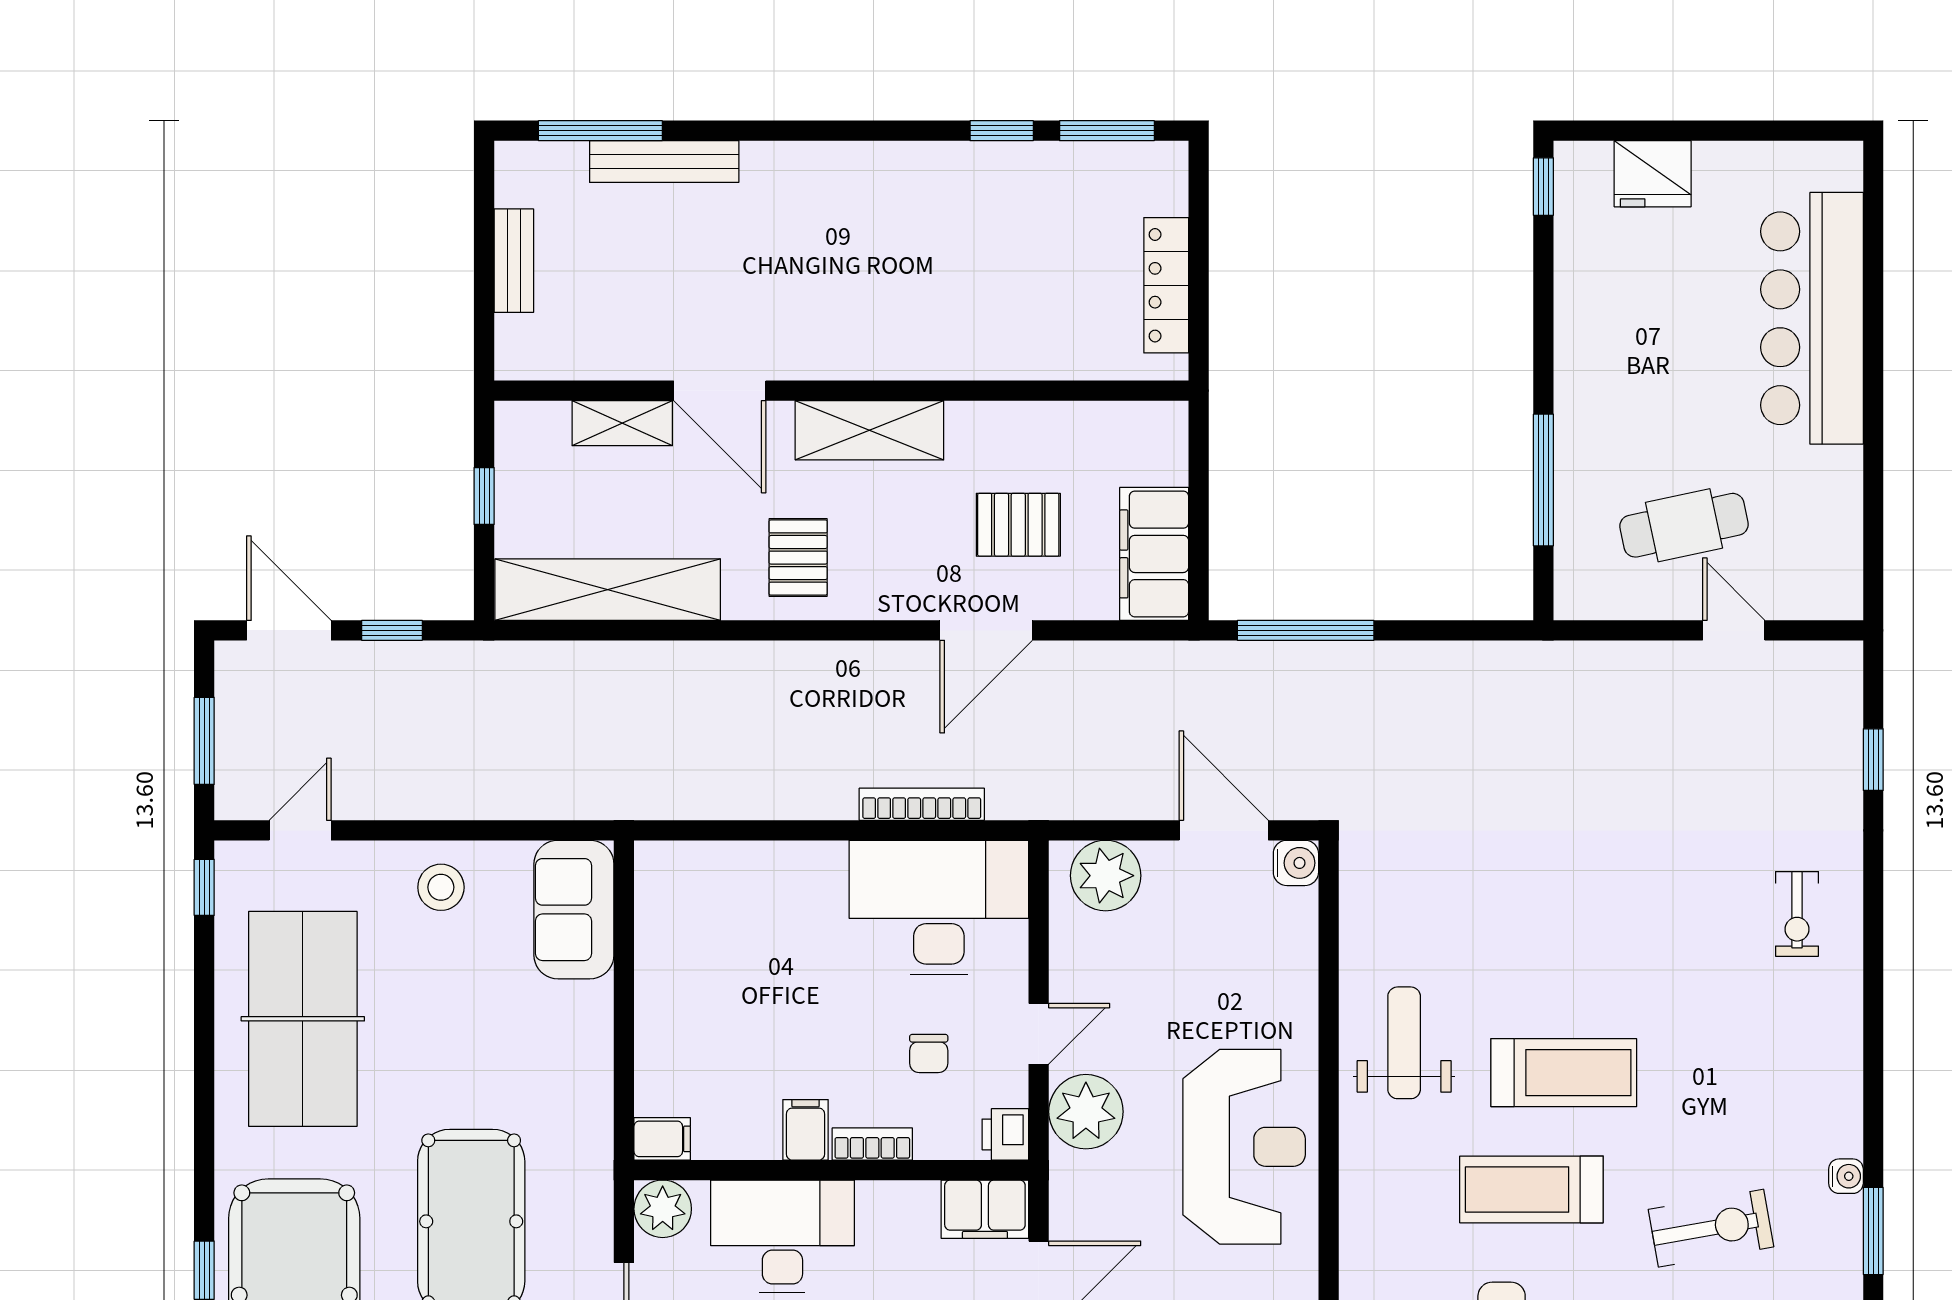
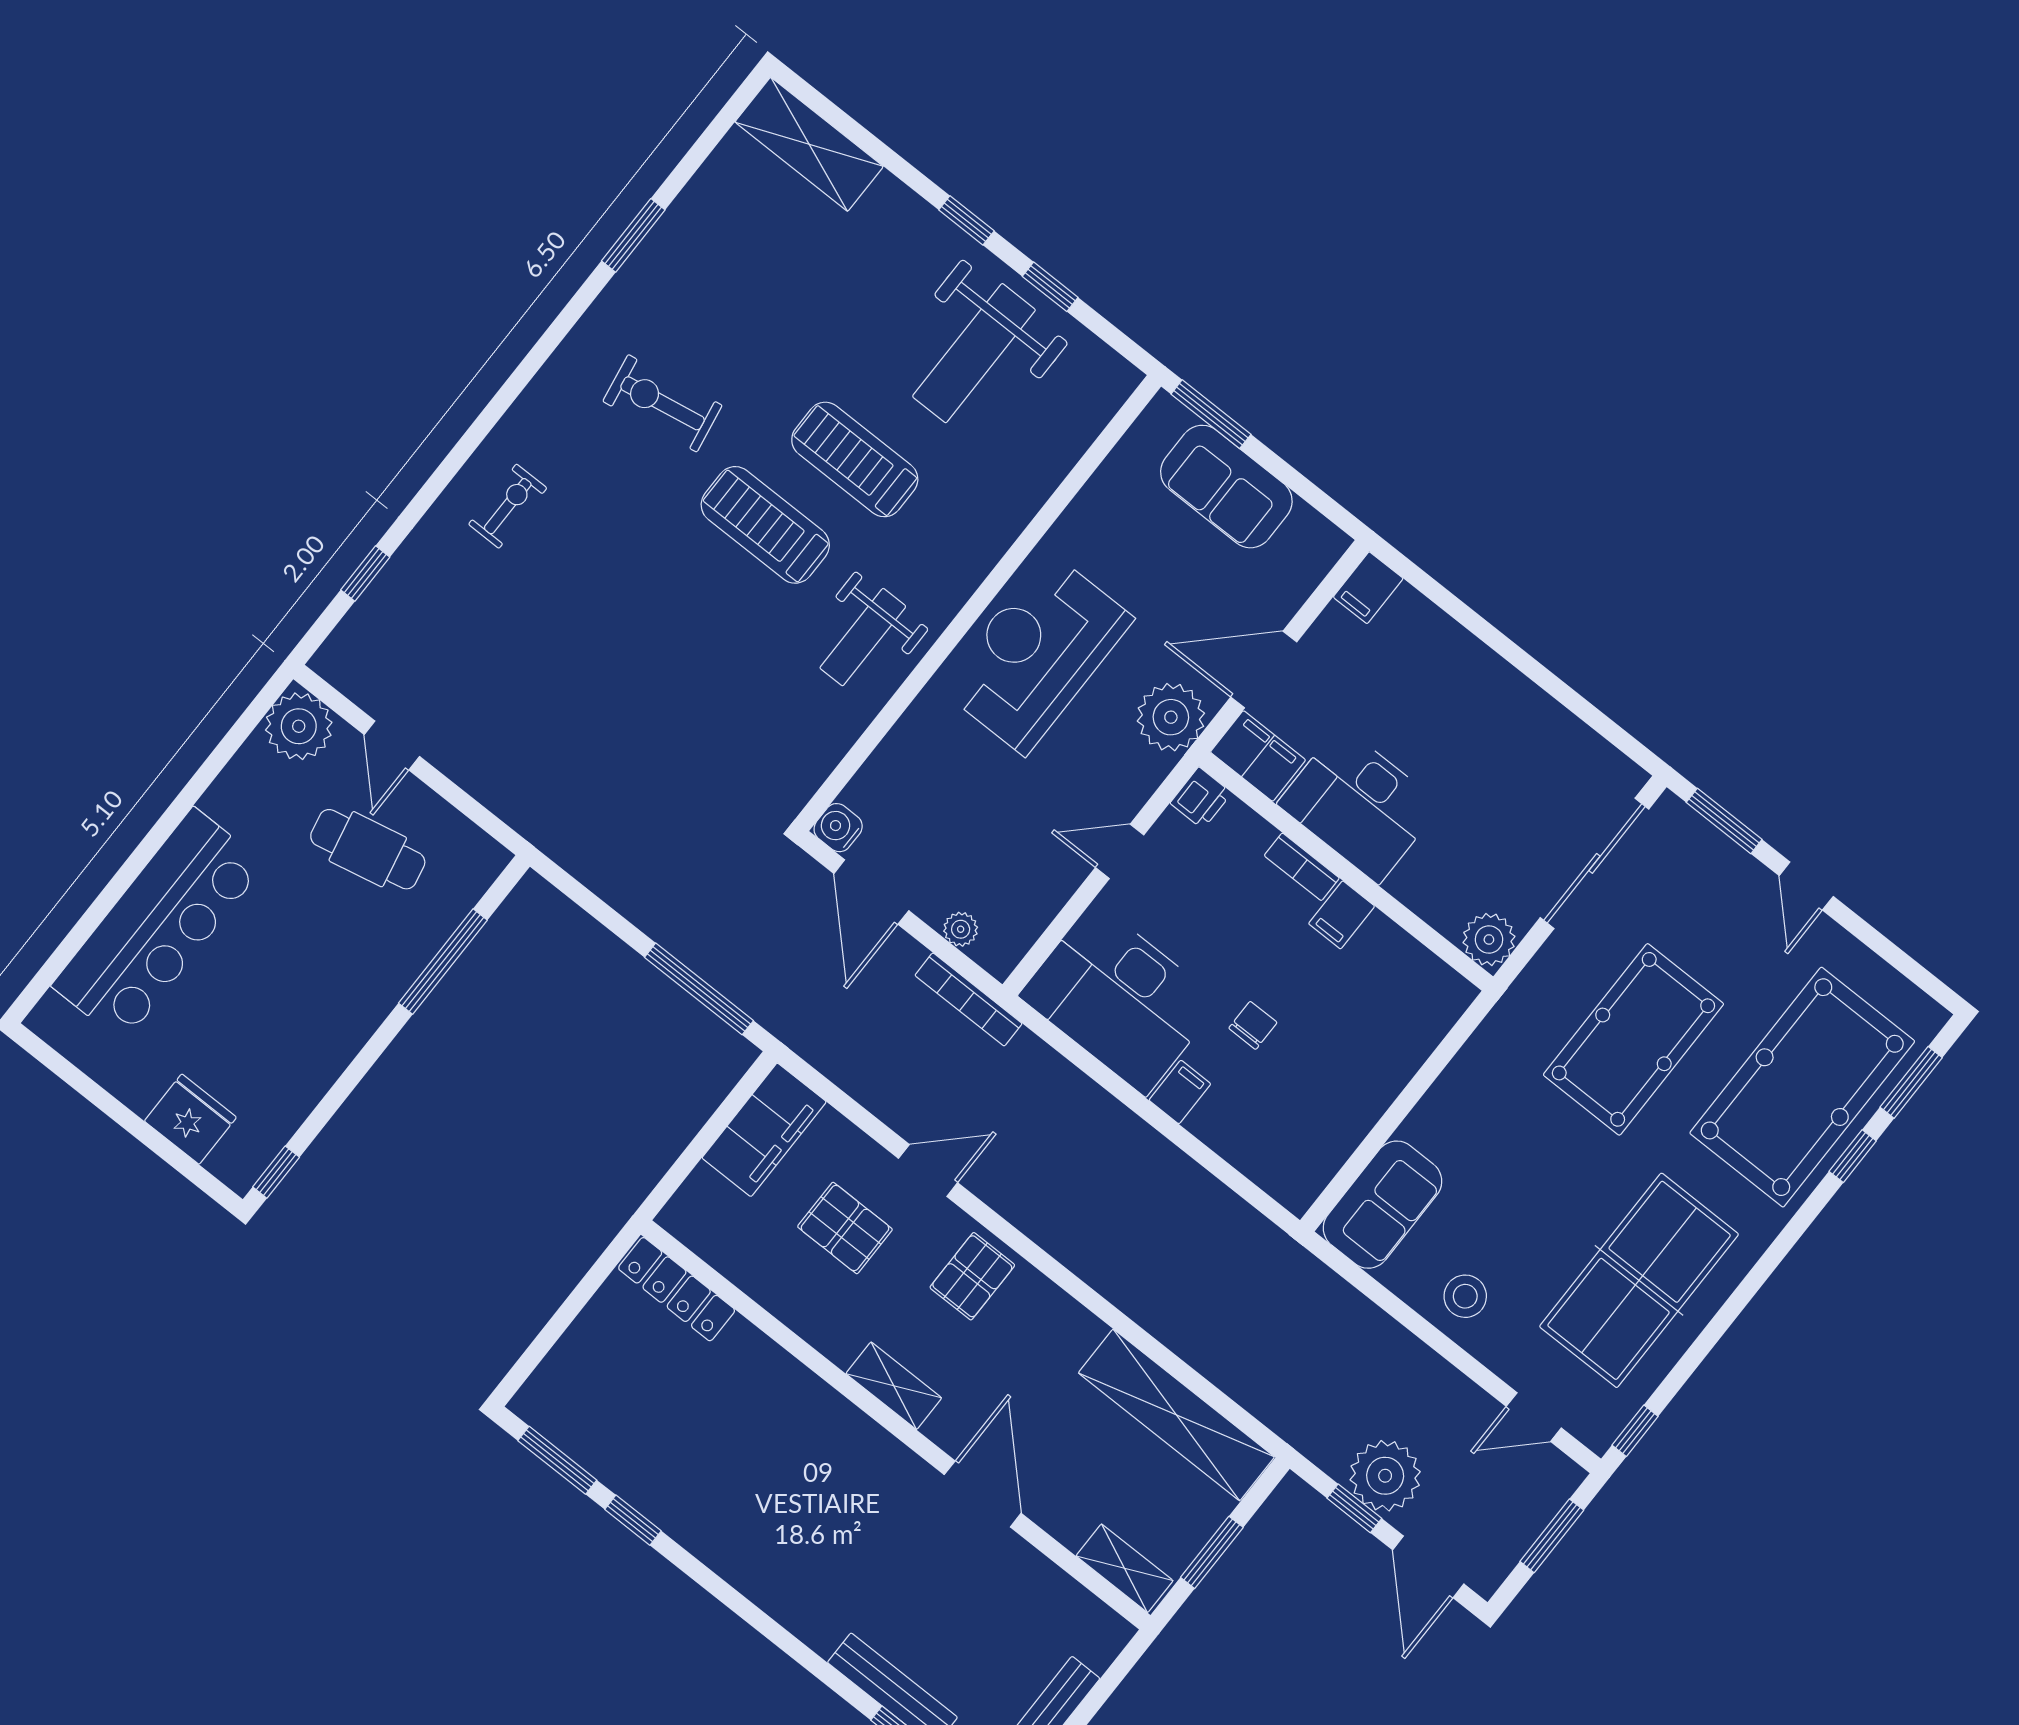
locker: (1166, 285) -> (677, 1289), moved, turned 90
shelving: (622, 423) -> (1125, 1568), moved
shelving: (869, 430) -> (894, 1386), width x0.67, depth x0.75
window: (484, 496) -> (1212, 1552), width x1.50
pallet: (798, 558) -> (972, 1276), moved
plant: (1827, 584) -> (299, 726), added
door: (986, 630) -> (928, 1170), width x0.73
plant: (388, 679) -> (1385, 1476), added
bookcase: (922, 804) -> (968, 999), moved
plant: (1106, 876) -> (961, 929), width x0.53, depth x0.53
chair: (929, 1053) -> (1253, 1025), moved
plant: (1086, 1112) -> (1171, 717), moved
filing cabinet: (662, 1139) -> (1180, 1092), moved, turned 90
water cooler: (1846, 1176) -> (622, 290), removed
treadmill: (1531, 1189) -> (855, 459), turned 180
exercise bike: (1711, 1228) -> (662, 403), moved
desk: (782, 1237) -> (1359, 804), moved

